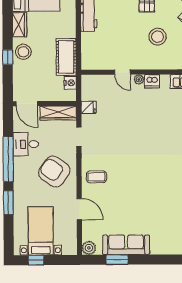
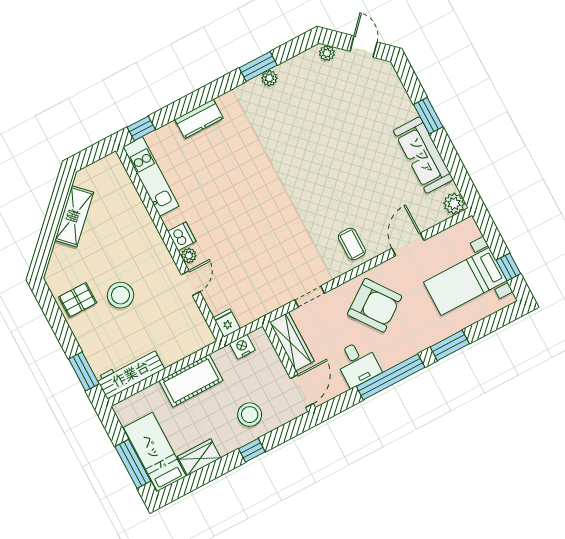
stool: (158, 37) -> (120, 295), moved
stool: (23, 52) -> (250, 415), moved
cot: (66, 57) -> (191, 381), moved
fridge: (89, 107) -> (227, 323), moved
armchair: (54, 172) -> (375, 305), turned -71
window: (117, 260) -> (428, 116), moved

